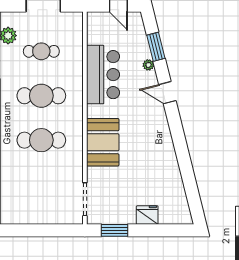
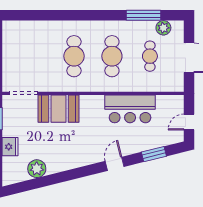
plant: (148, 65) -> (37, 169), moved, width x1.88, depth x1.88
booth: (103, 142) -> (58, 109), moved

